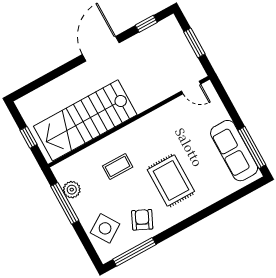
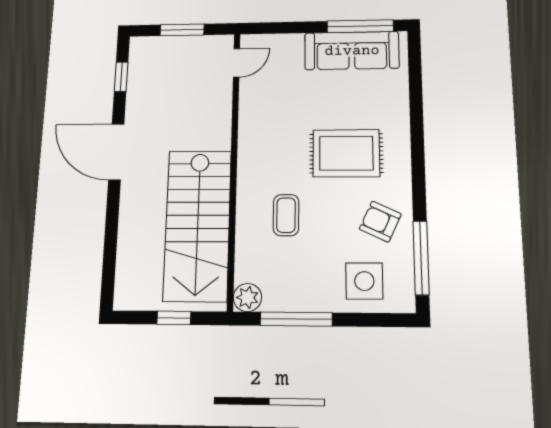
plant: (72, 190) -> (247, 298), moved
side table: (105, 228) -> (364, 281), turned 33

